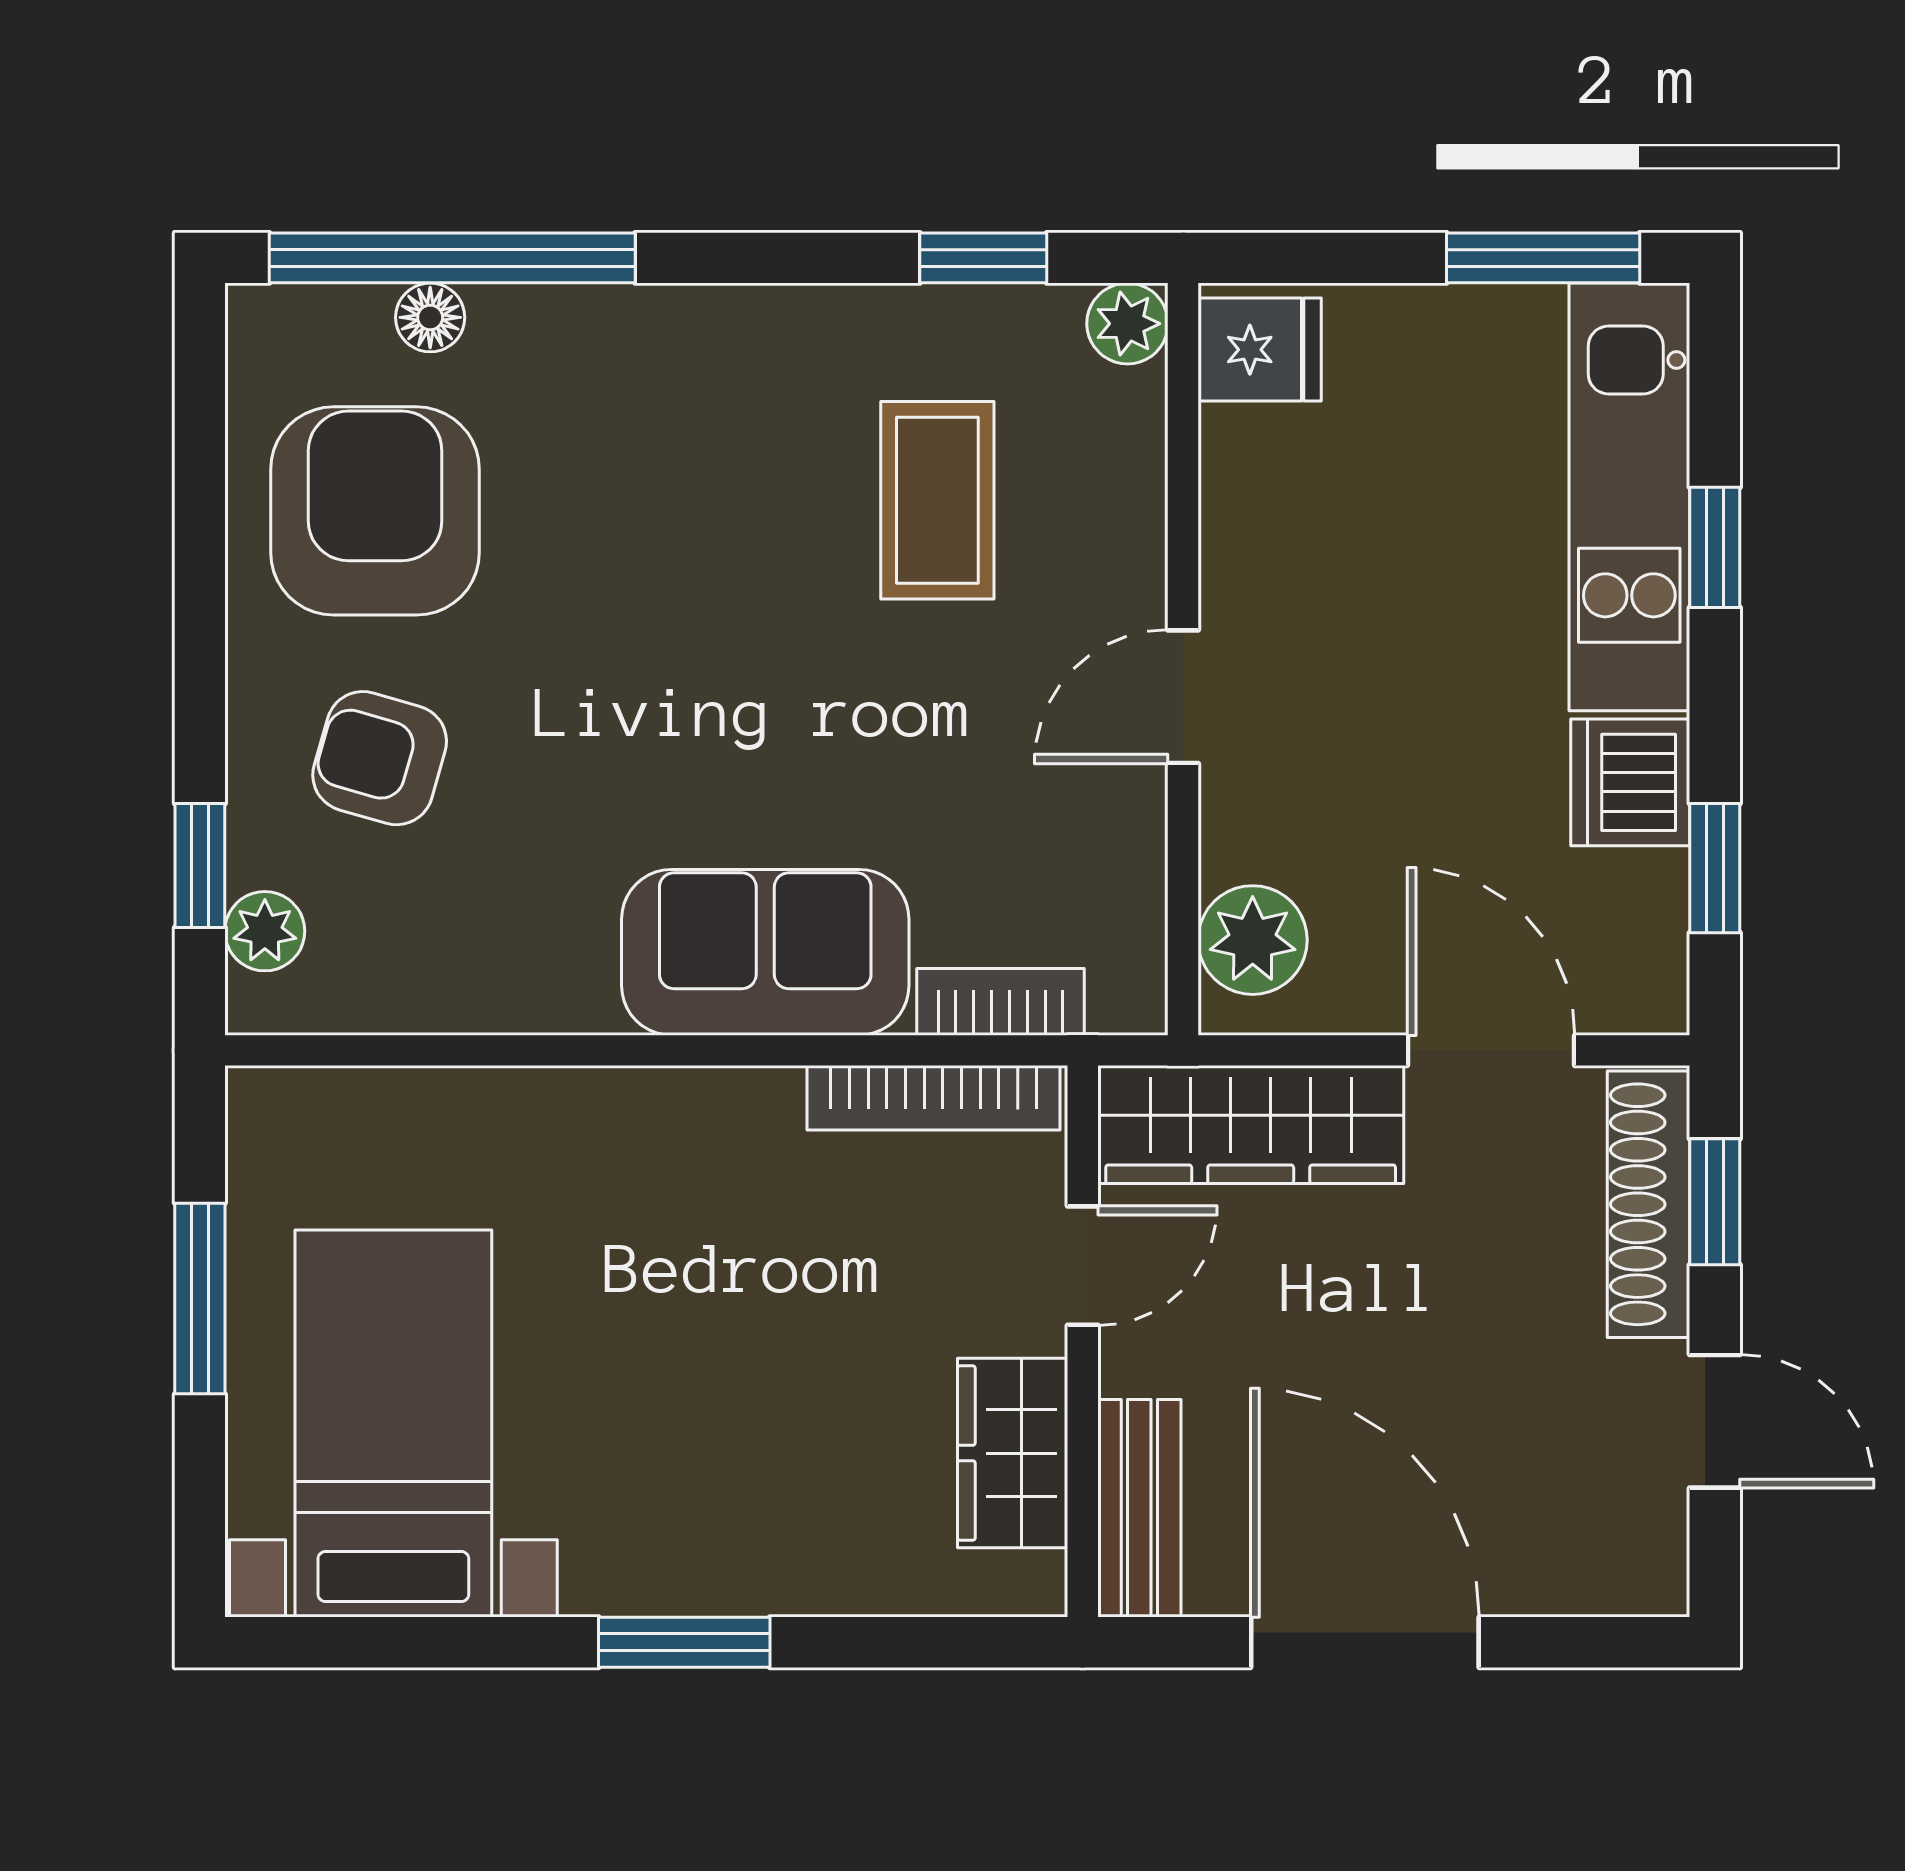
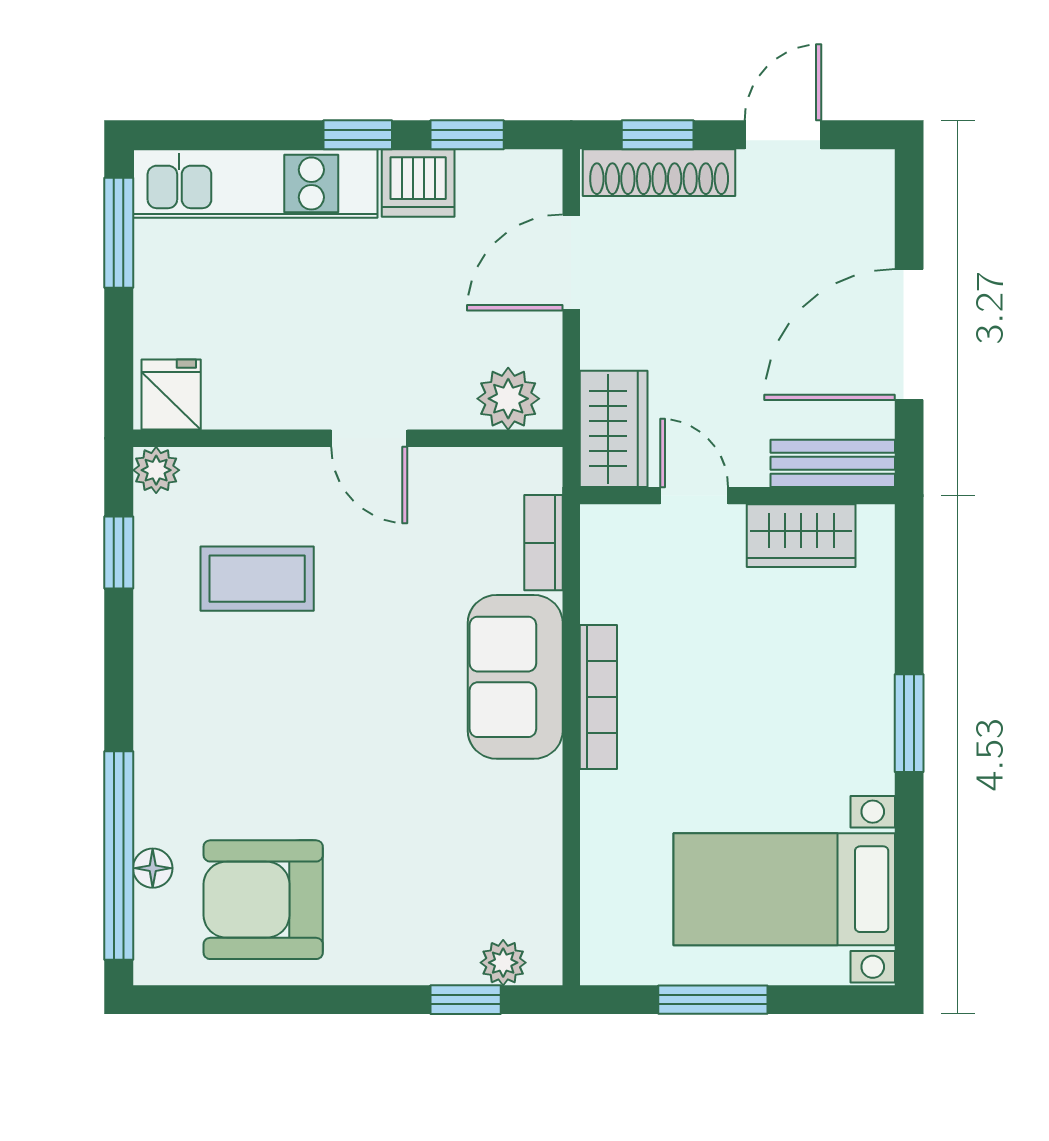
window: (1715, 547) -> (358, 135), moved
armchair: (380, 758) -> (404, 897), removed
bookcase: (934, 1098) -> (598, 697), moved
wardrobe: (1251, 1125) -> (614, 429), width x0.67

